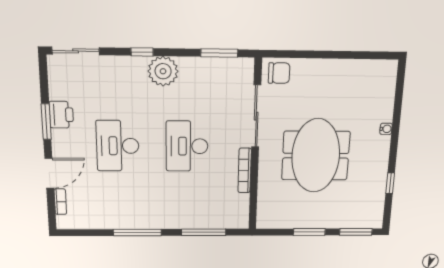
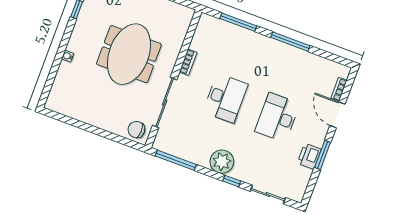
sliding door: (76, 51) -> (268, 195), moved
window: (219, 53) -> (176, 160), width x1.44
desk: (118, 146) -> (277, 117), turned 180
bookcase: (245, 170) -> (188, 62), width x0.64
door: (49, 173) -> (337, 115), hinge flipped

